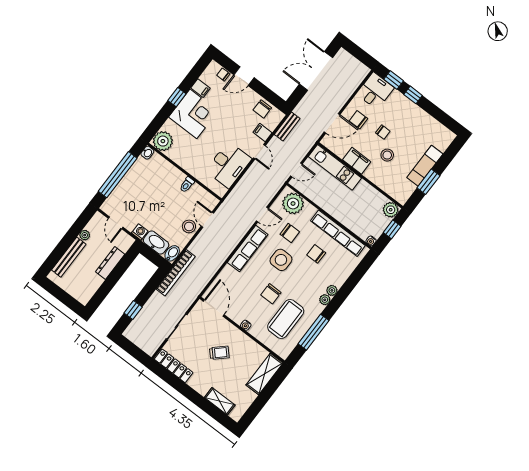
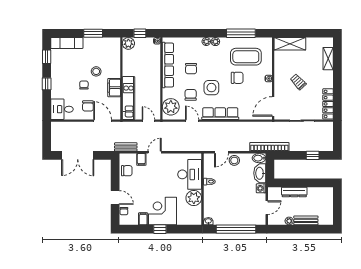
window: (394, 80) -> (47, 57), moved
plant: (163, 141) -> (194, 198), moved
desk: (229, 165) -> (190, 174), moved, turned 90
exam couch: (425, 166) -> (67, 43), moved
bench: (69, 257) -> (306, 220), width x0.73

